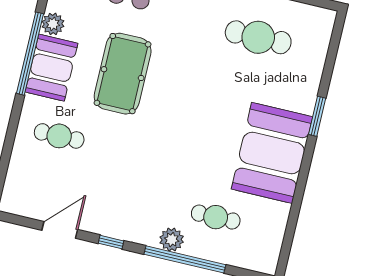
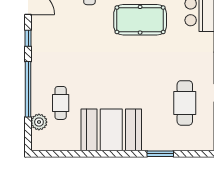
window: (317, 116) -> (160, 154), moved
plant: (172, 240) -> (39, 122), moved

